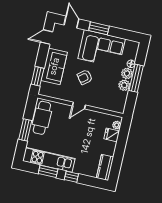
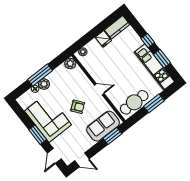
sofa: (54, 66) -> (103, 126), moved
plant: (124, 85) -> (70, 63), moved
fridge: (112, 135) -> (103, 39), moved

